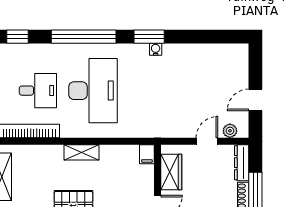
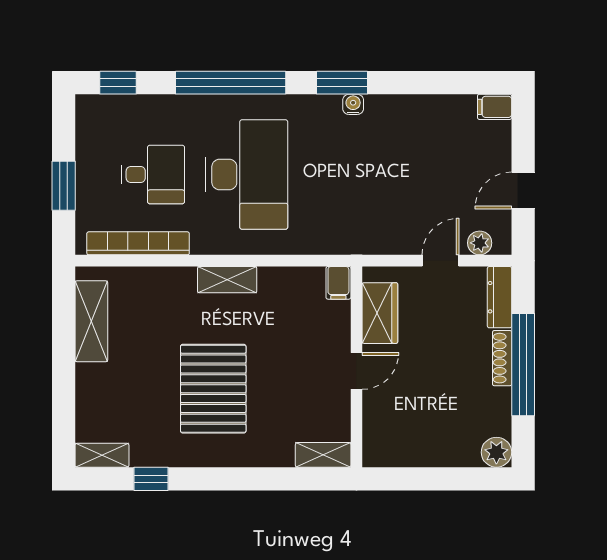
filing cabinet: (239, 51) -> (495, 107), added

